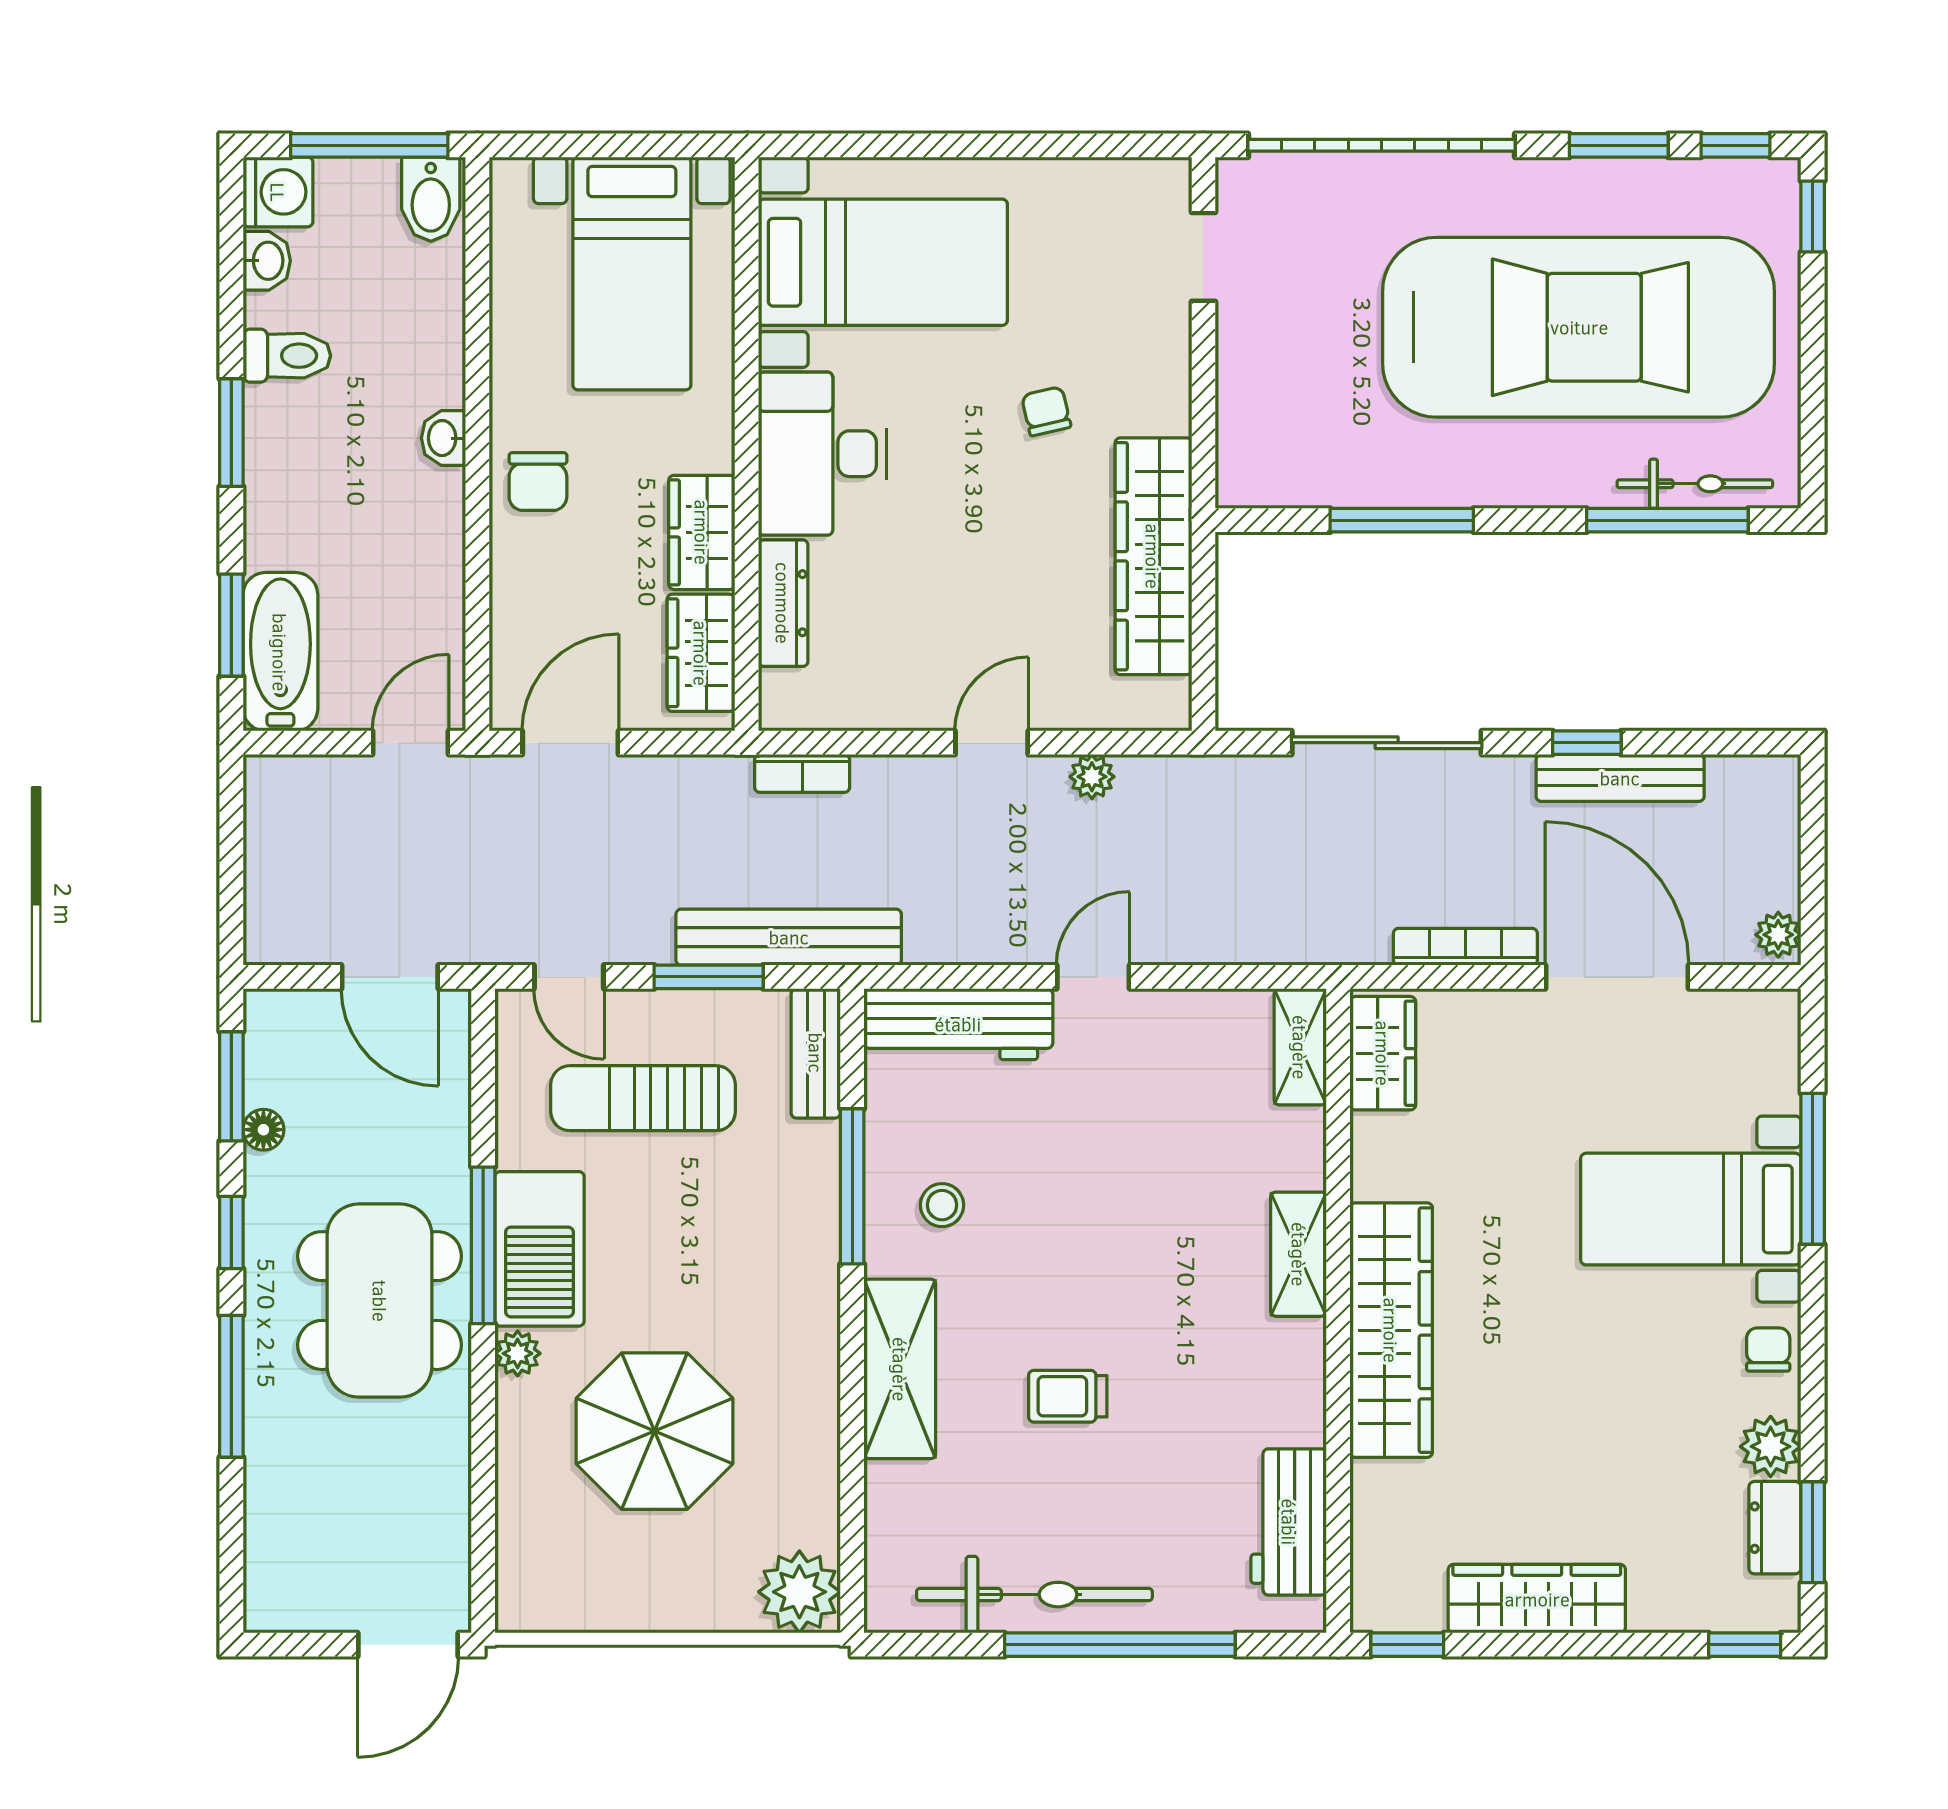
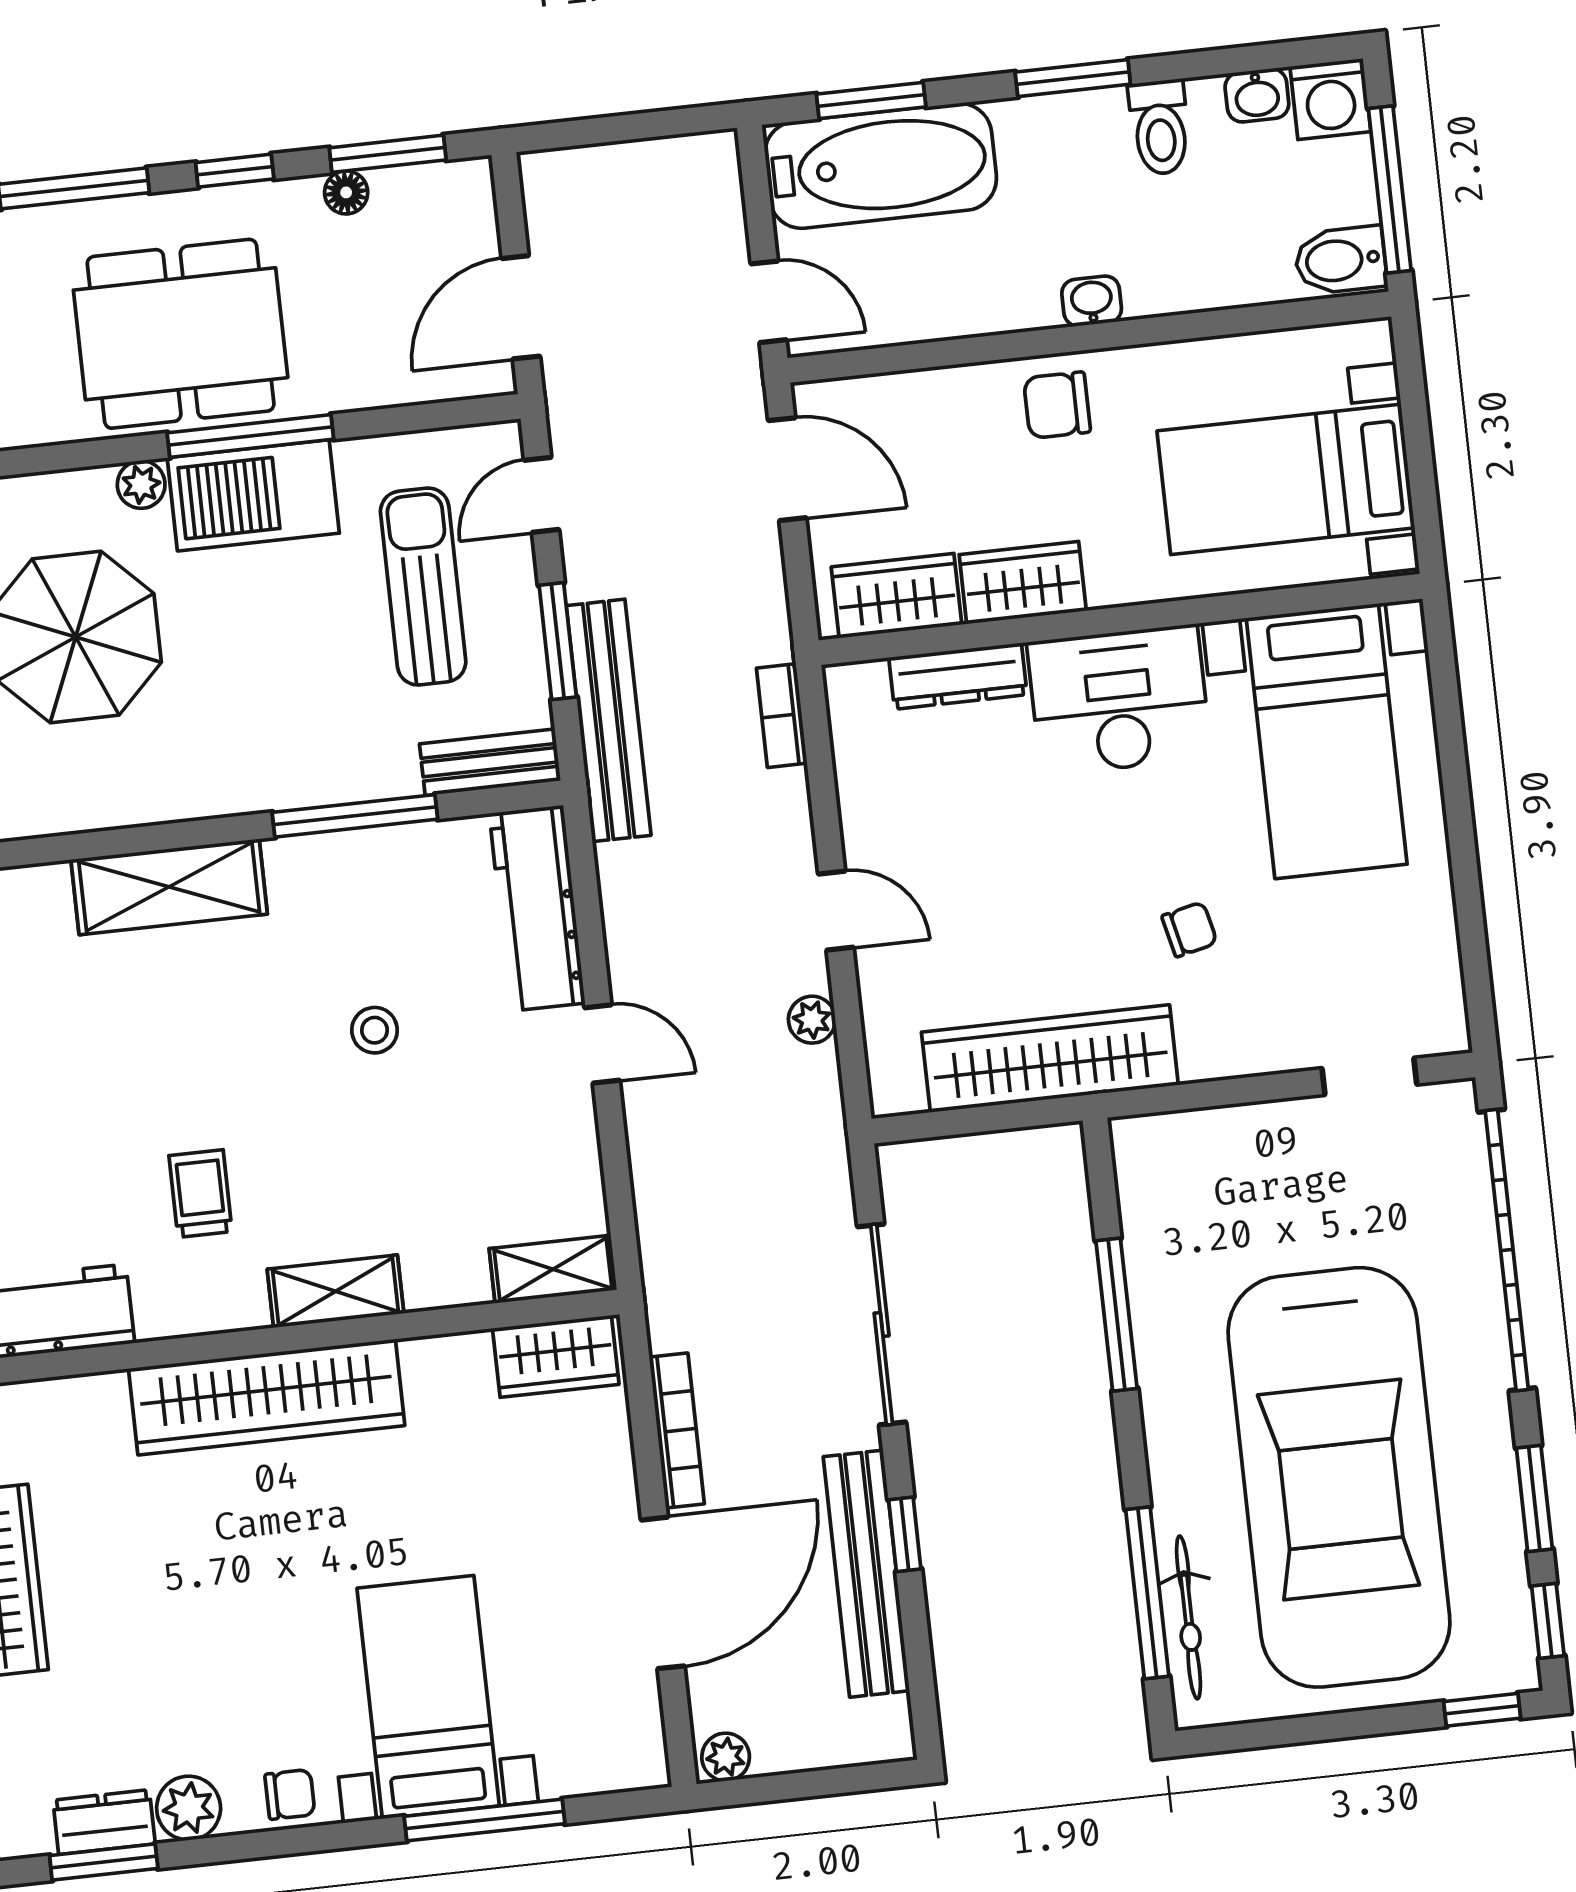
bathtub: (280, 652) -> (881, 166), width x1.36, depth x1.36
bench: (1620, 778) -> (866, 1574), width x1.37, depth x1.21
stool: (942, 1205) -> (375, 1030), moved
trolley: (1068, 1396) -> (201, 1194), moved

